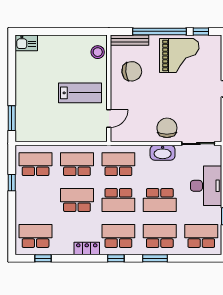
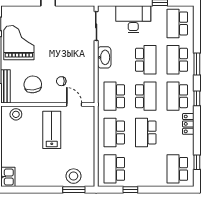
stool: (27, 118) -> (74, 176), added
chair: (167, 128) -> (61, 81), moved, width x0.54, depth x0.54

